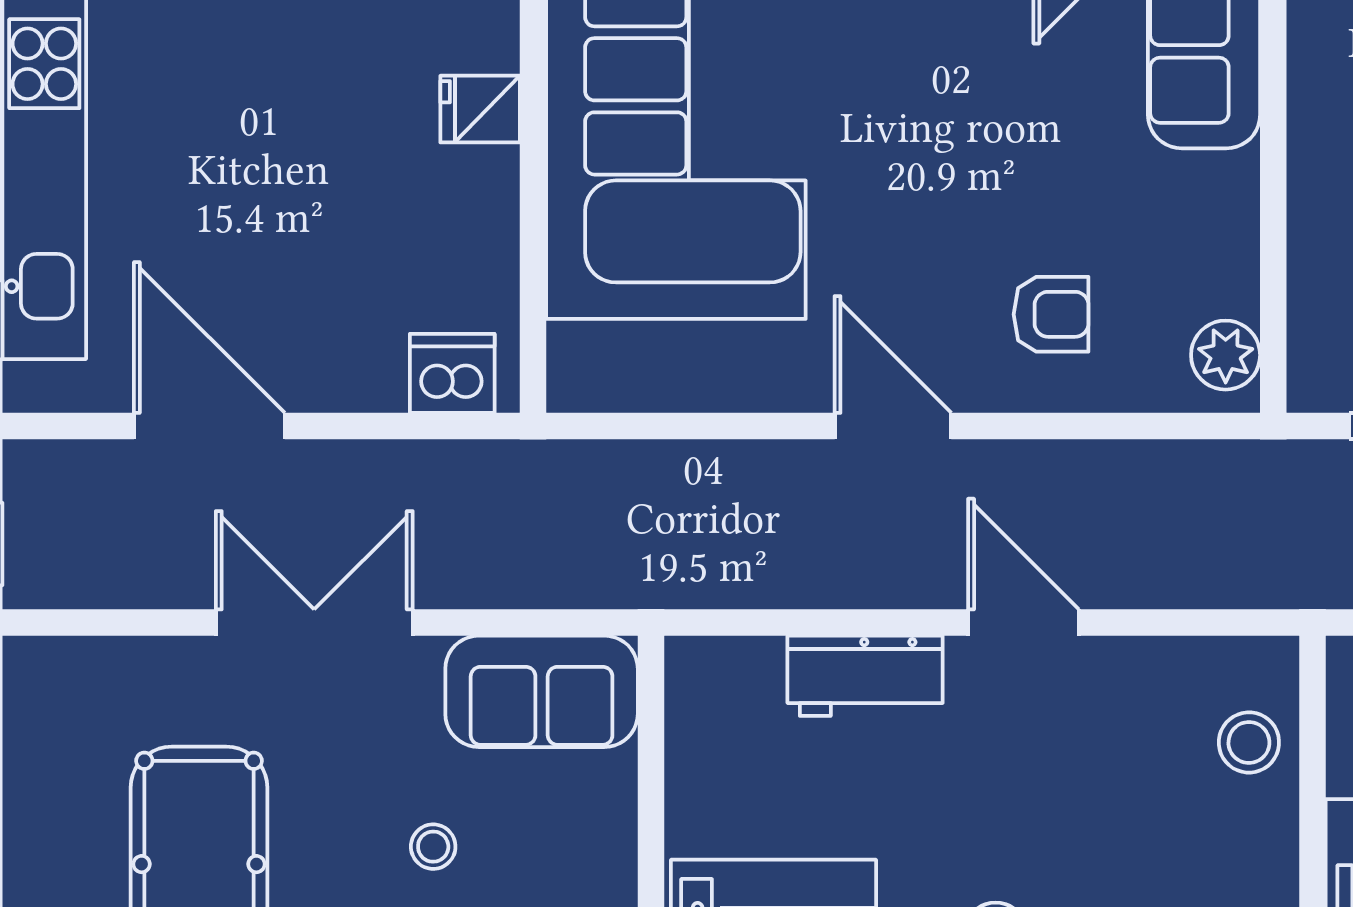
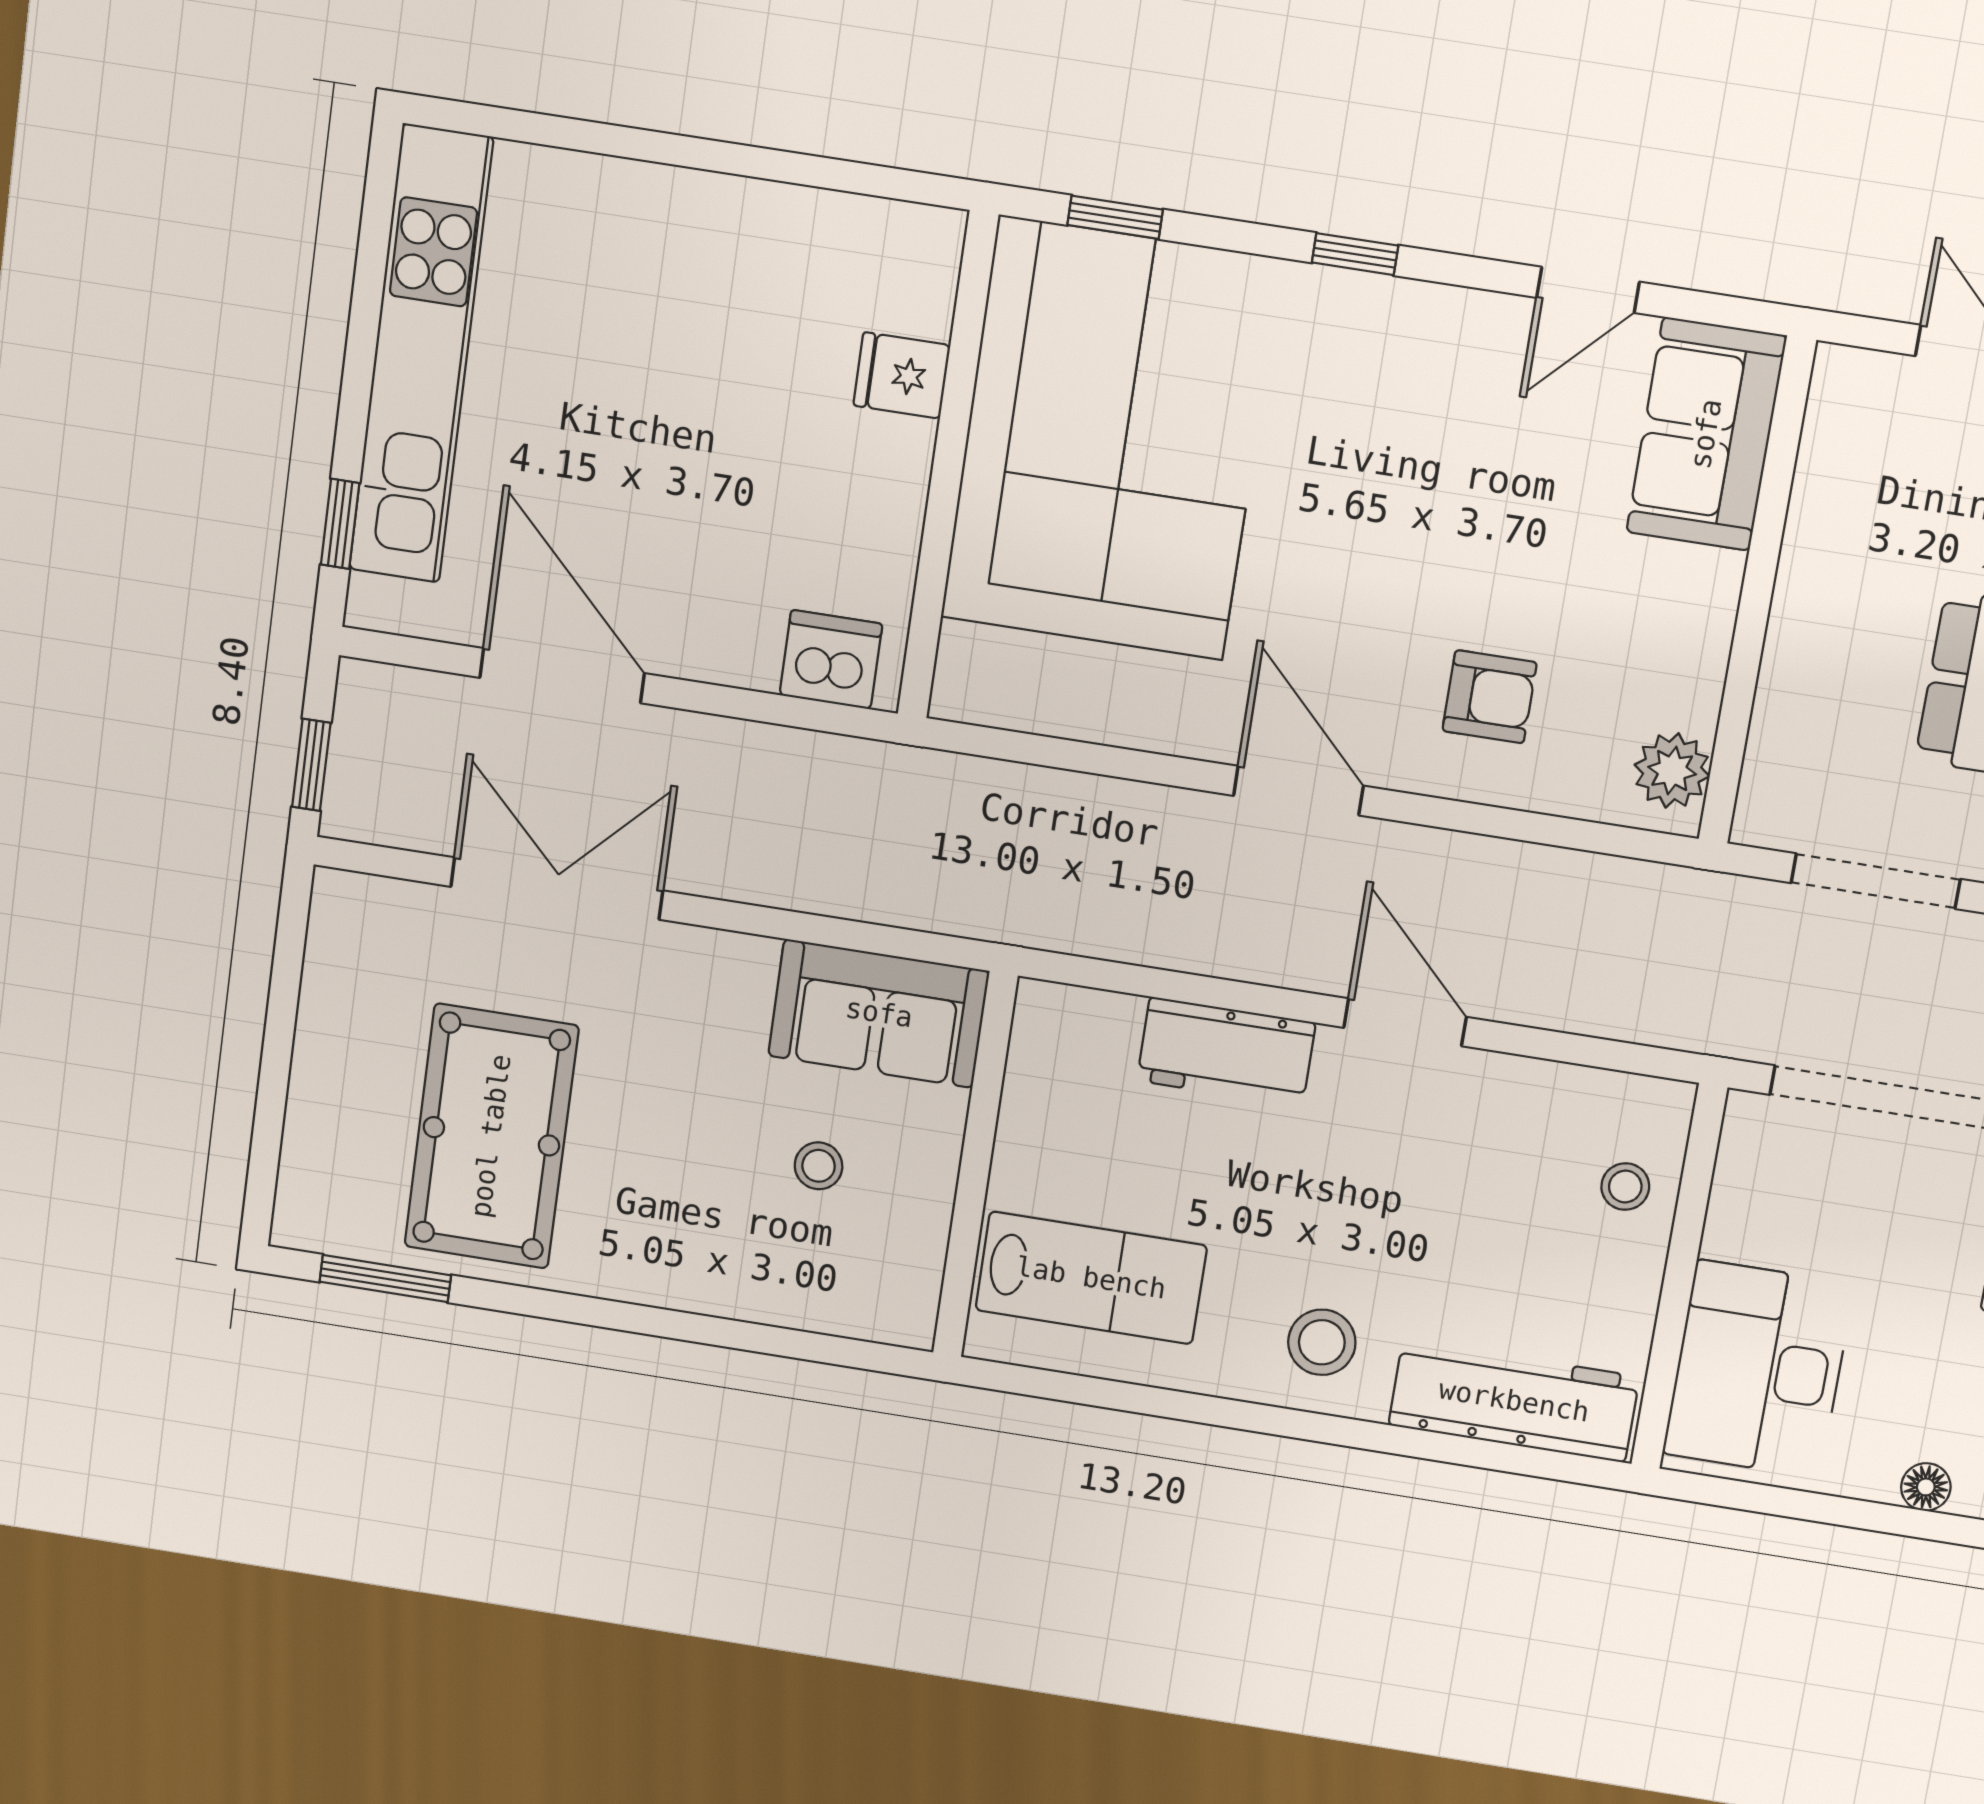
double door: (314, 623) -> (557, 889), moved
stool: (1249, 742) -> (1625, 1187), width x0.73, depth x0.73
stool: (433, 847) -> (819, 1166), moved

